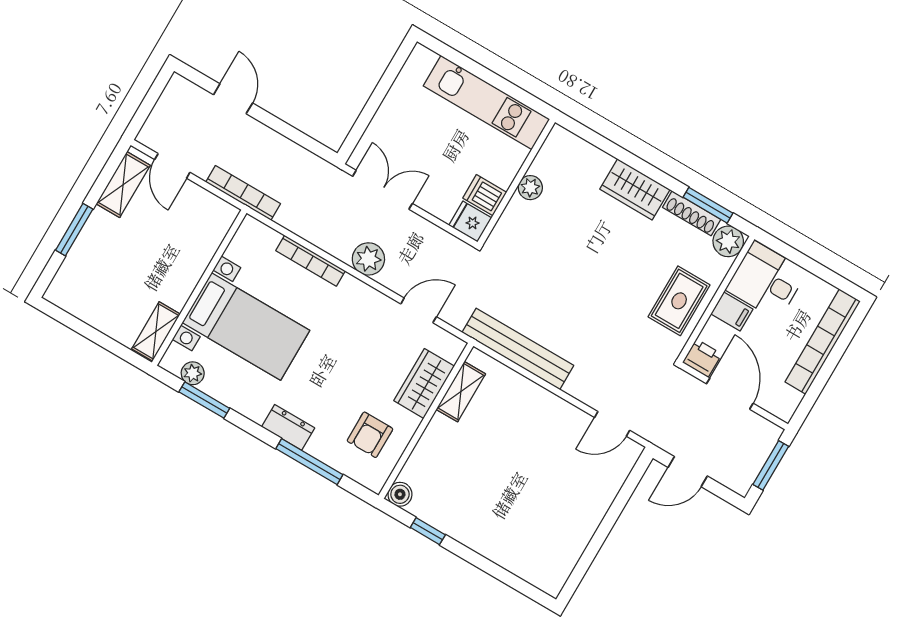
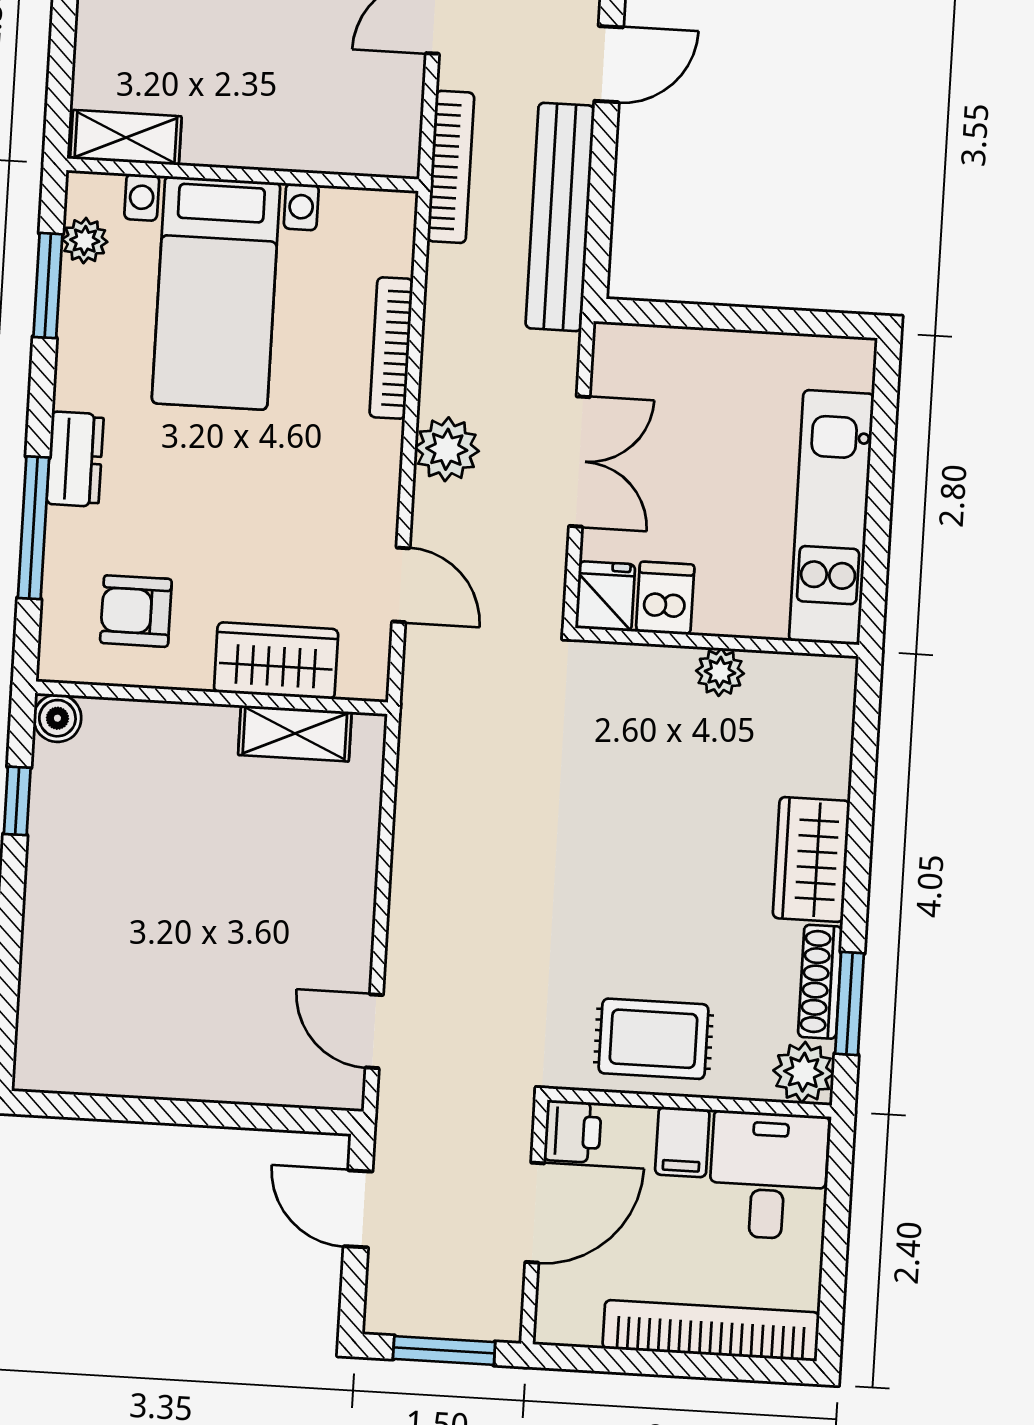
double door: (383, 190) -> (579, 462), moved
bench: (518, 349) -> (560, 217), moved

